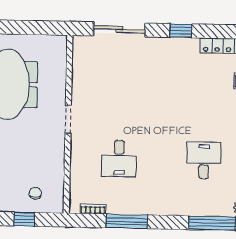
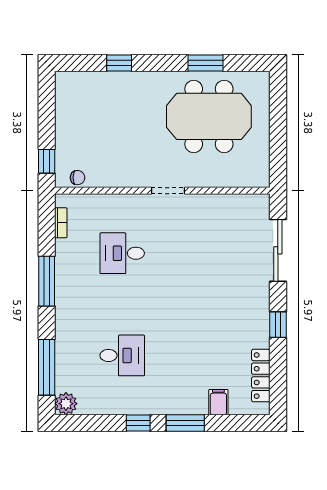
chair: (35, 193) -> (78, 178), moved
window: (24, 219) -> (47, 161), moved
window: (127, 221) -> (47, 281), moved

